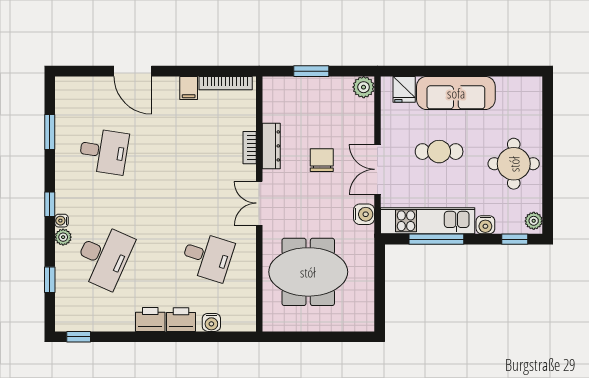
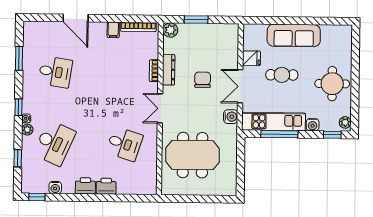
plant: (364, 87) -> (170, 30), moved
fridge: (404, 89) -> (251, 58), moved, turned -90
water cooler: (211, 322) -> (55, 188), moved

